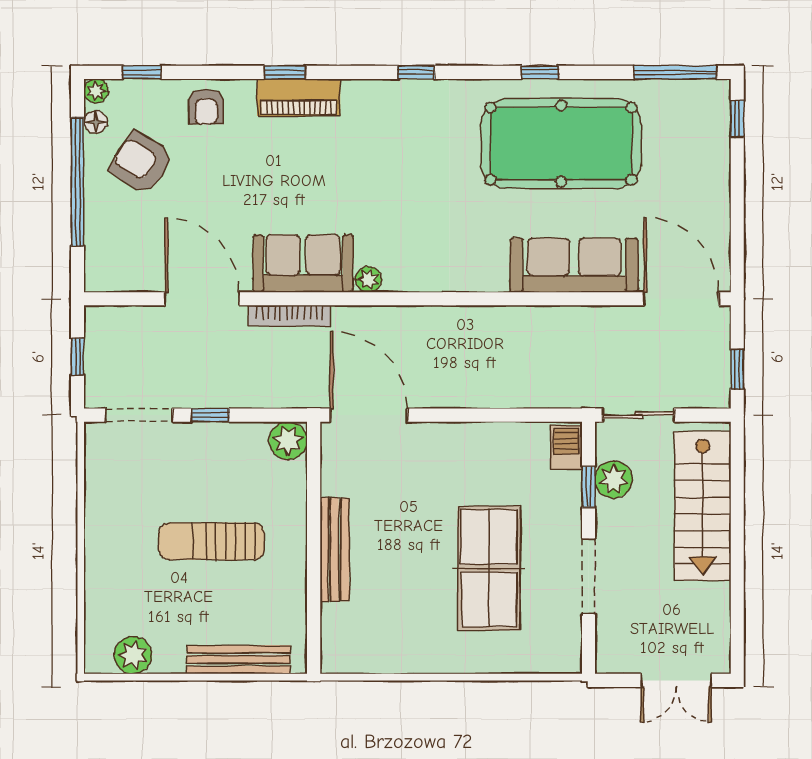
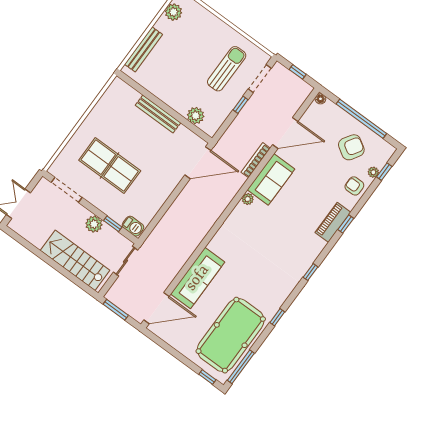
plant: (96, 91) -> (373, 172), moved
floor lamp: (95, 122) -> (320, 99), moved
pool table: (561, 144) -> (231, 335), moved
window: (737, 369) -> (116, 310), width x1.50
plant: (288, 441) -> (196, 116), moved
plant: (614, 480) -> (94, 224), moved
sun lounger: (212, 541) -> (227, 69), moved
doorway: (588, 576) -> (67, 190), moved

